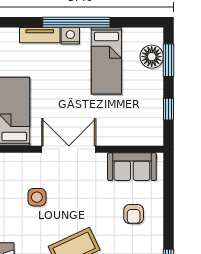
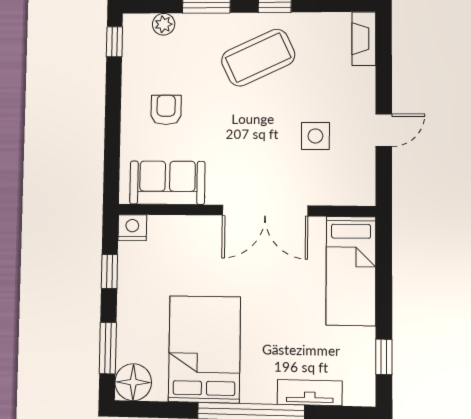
nightstand: (70, 36) -> (132, 228), moved, turned 180
floor lamp: (152, 57) -> (133, 382), moved
bed: (106, 61) -> (204, 349), width x1.50

